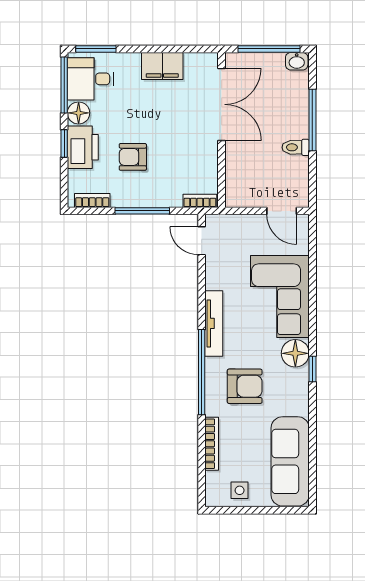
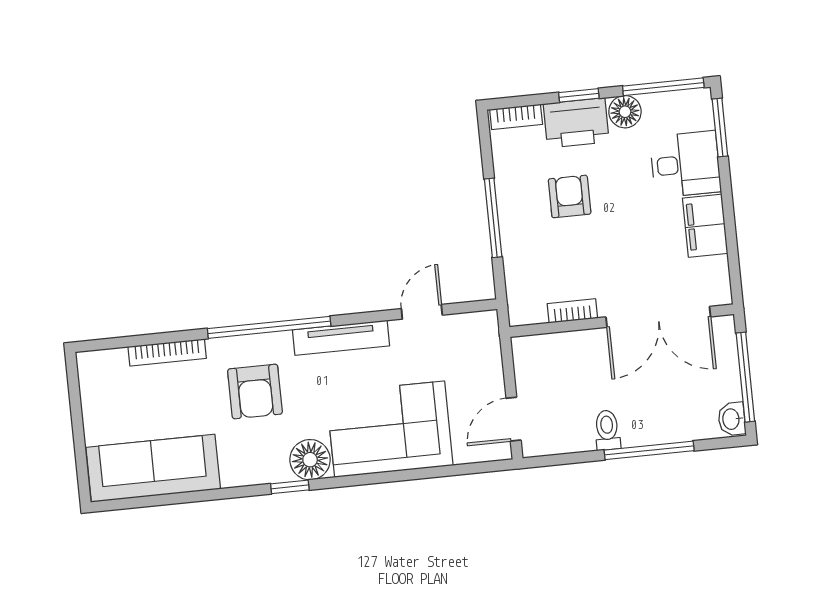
desk: (90, 79) -> (685, 164), moved, turned 90
bookcase: (92, 200) -> (516, 117), moved, turned 90
bookcase: (200, 201) -> (572, 311), moved, turned -90
door: (202, 241) -> (422, 312), moved
side table: (240, 490) -> (104, 399), removed

